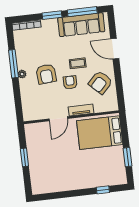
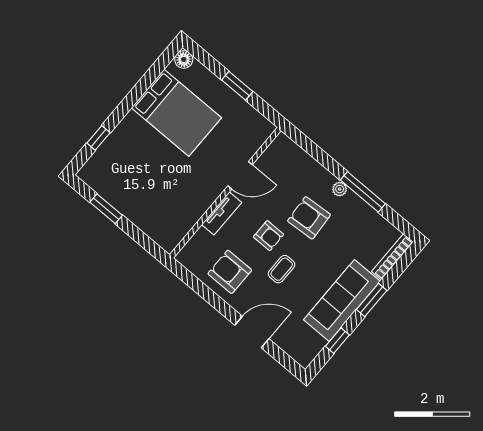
window: (82, 12) -> (337, 341), width x0.46
sofa: (81, 25) -> (342, 300), moved
armchair: (100, 82) -> (230, 272), turned -44
door: (58, 119) -> (240, 175), swing flipped
bed: (100, 133) -> (176, 113), moved, turned 90
floor lamp: (37, 189) -> (184, 59), added

